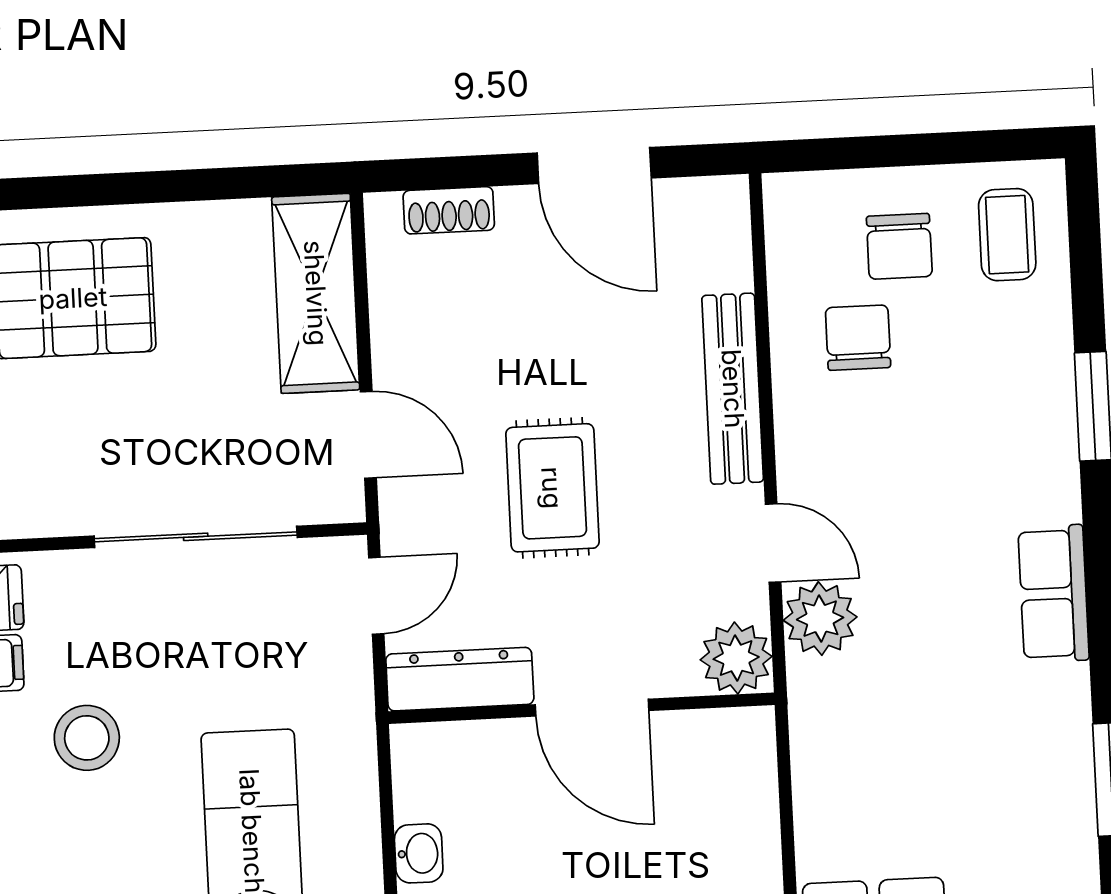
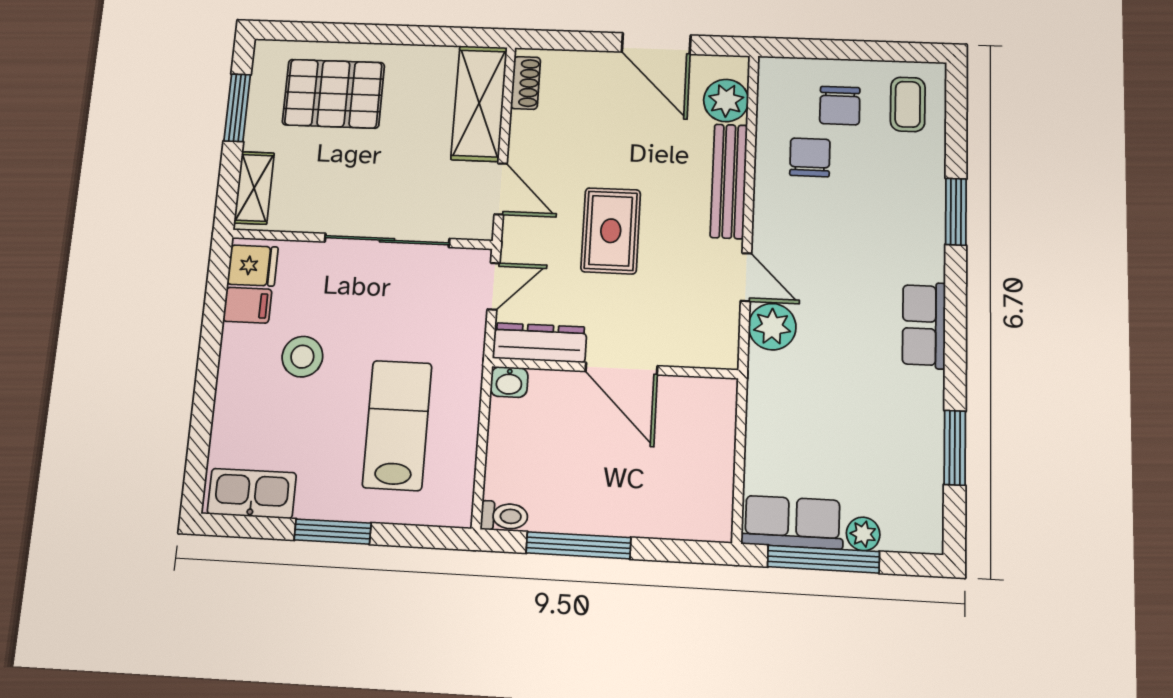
shoe rack: (449, 210) -> (526, 83), moved, turned -90
plant: (736, 658) -> (726, 100), moved
washbasin: (419, 853) -> (509, 382), moved, turned 90

